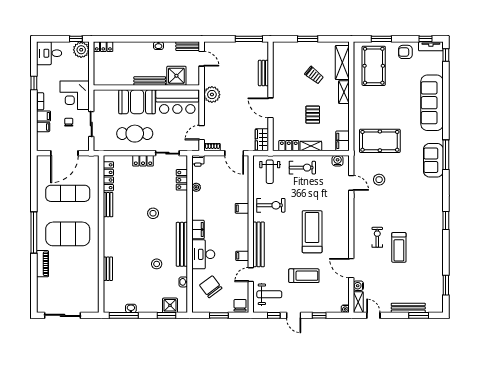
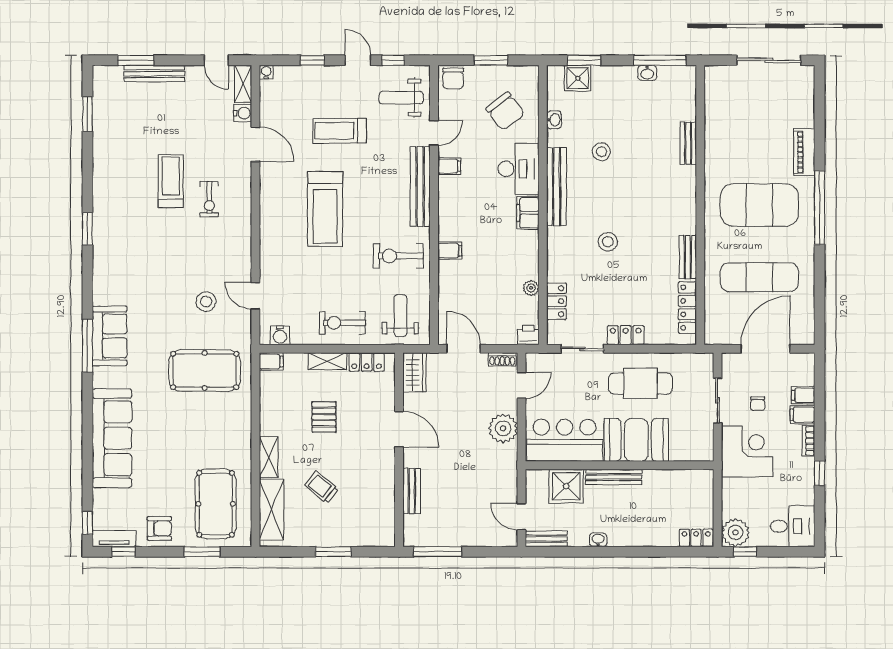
plant: (212, 95) -> (503, 428), moved
filing cabinet: (342, 141) -> (271, 361), width x0.50

